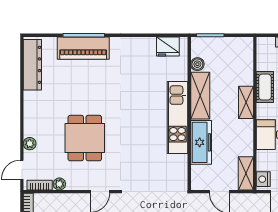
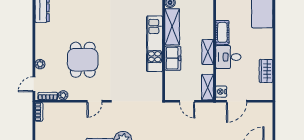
cot: (265, 87) -> (222, 32), moved
shelving: (246, 102) -> (208, 52), moved
freezer: (201, 142) -> (173, 58), width x0.71

